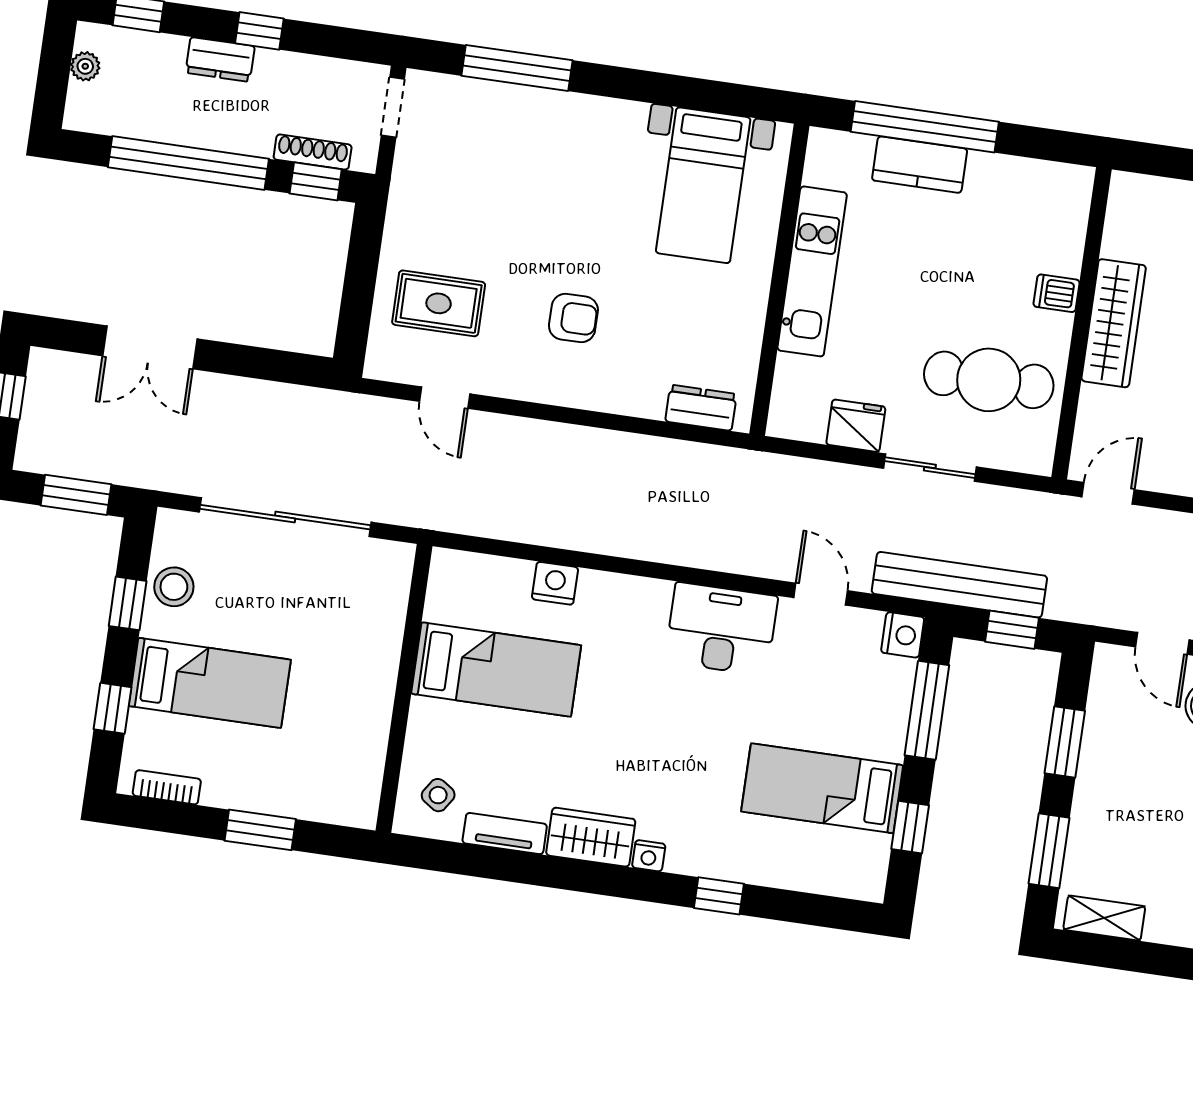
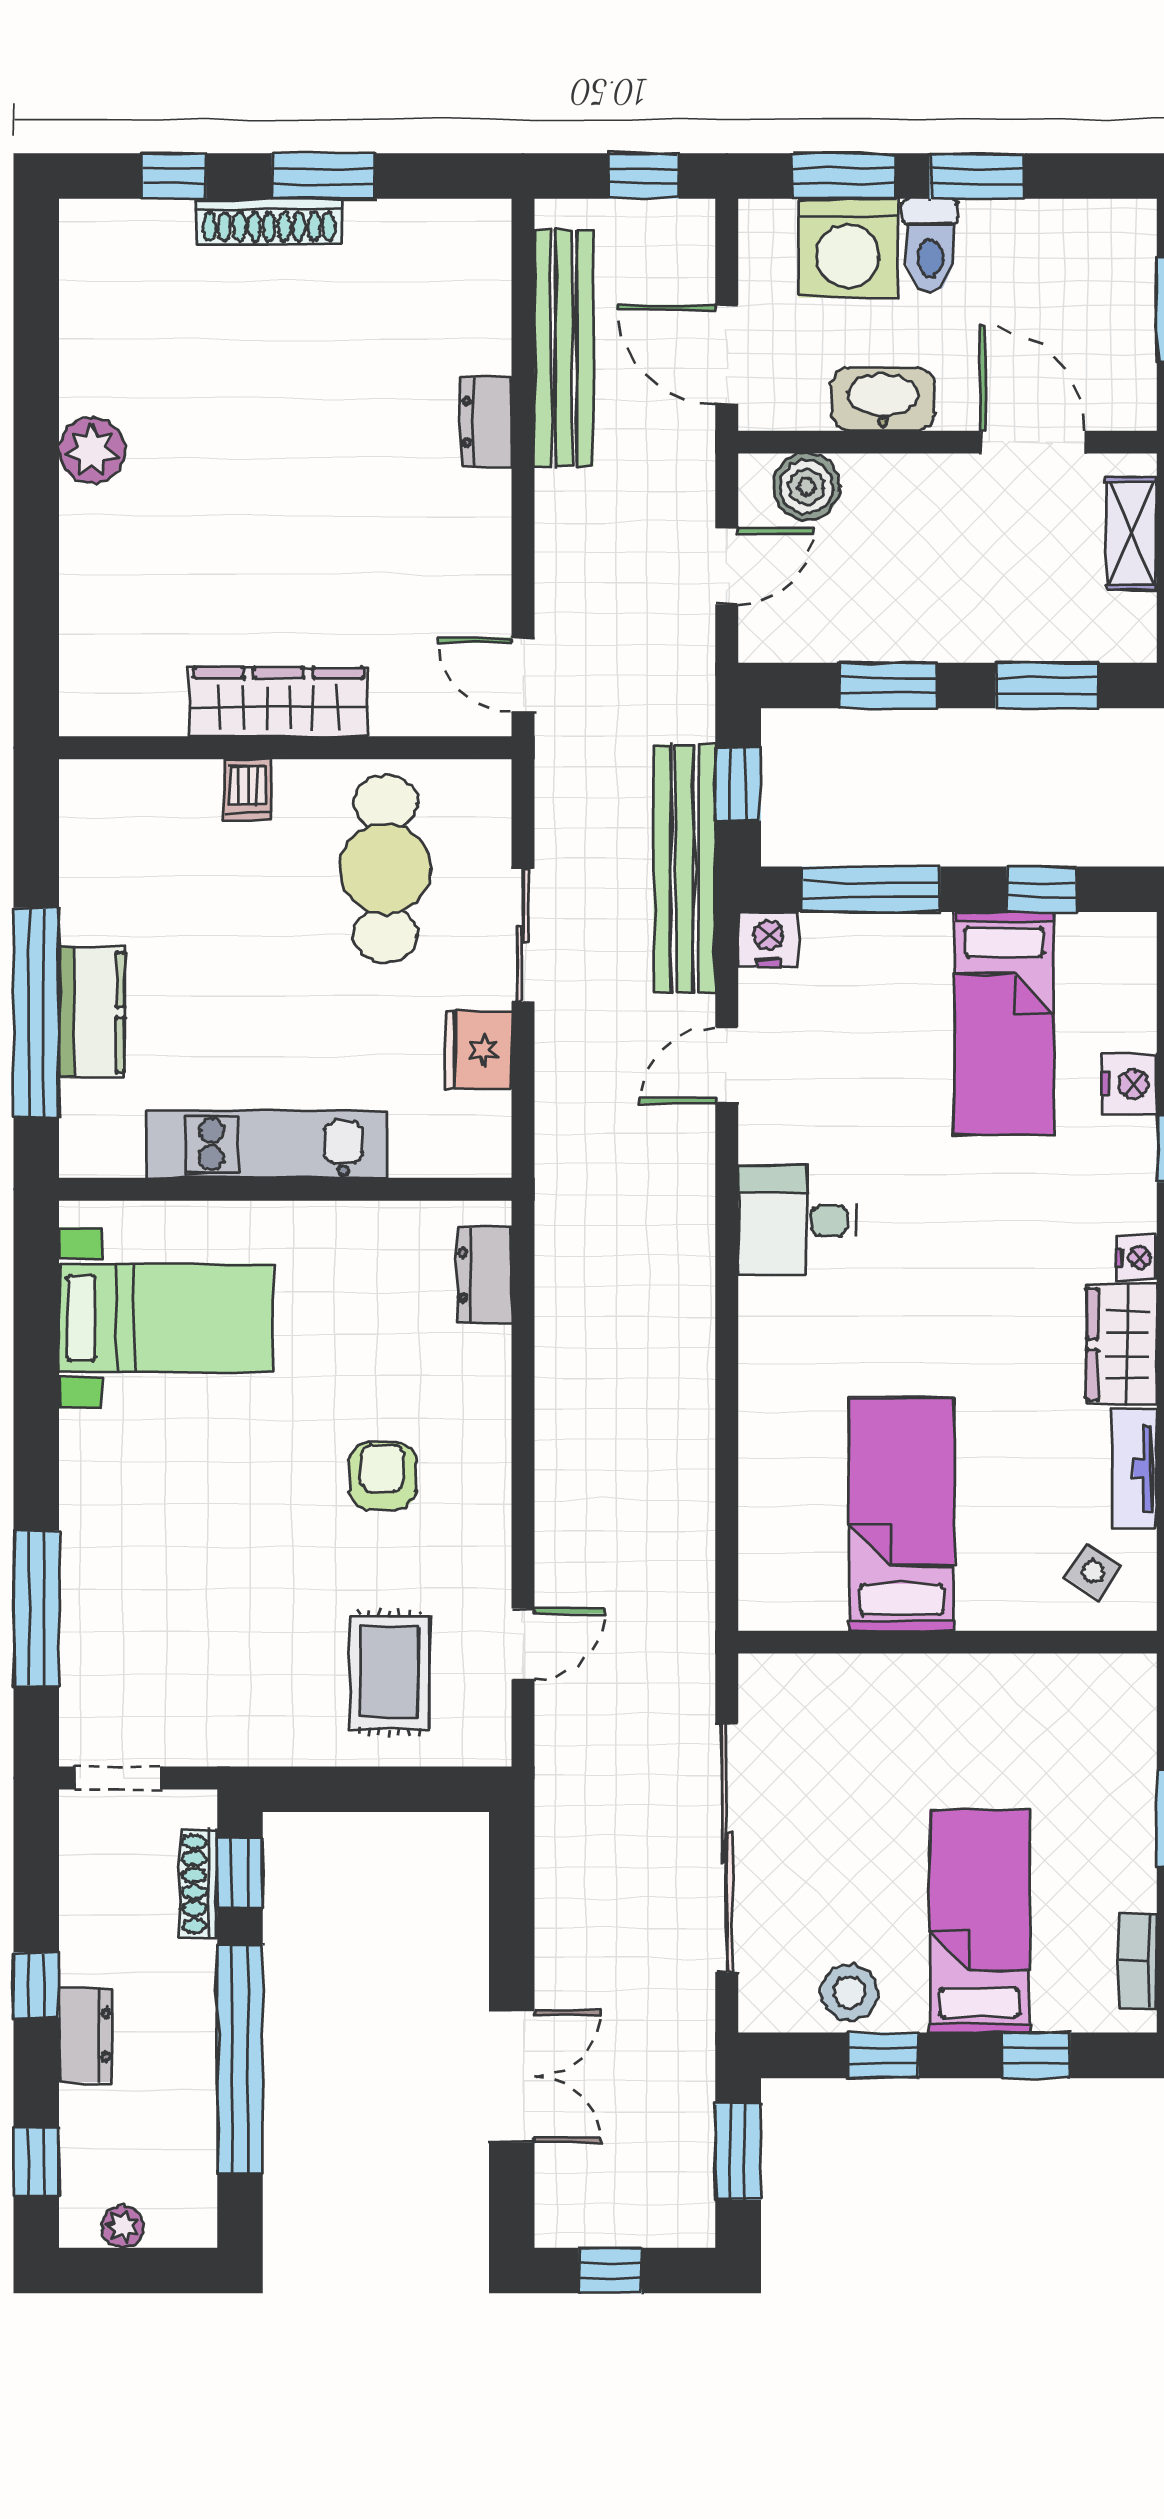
nightstand: (555, 583) -> (1129, 1084), moved, turned 180
desk: (721, 629) -> (797, 1221), width x0.73
shelving: (1104, 918) -> (1132, 533), moved

